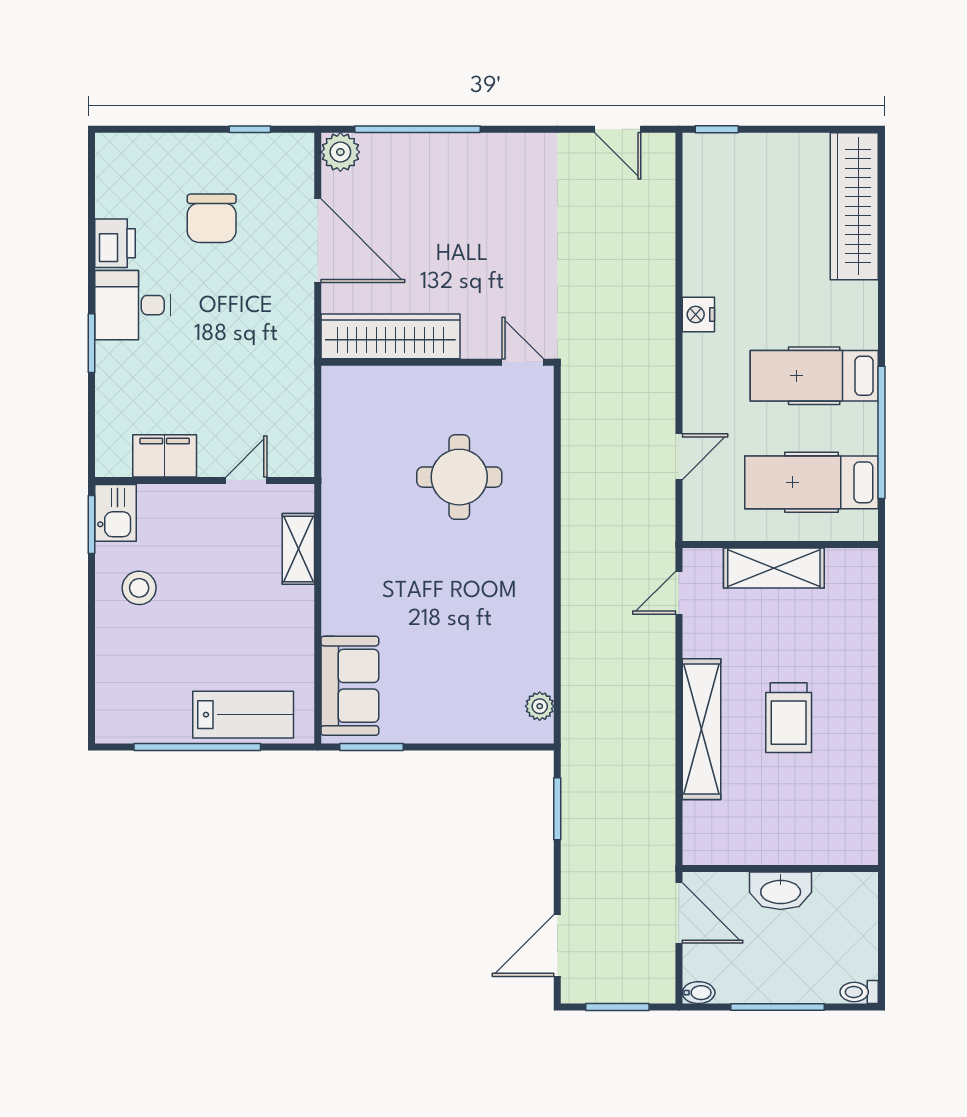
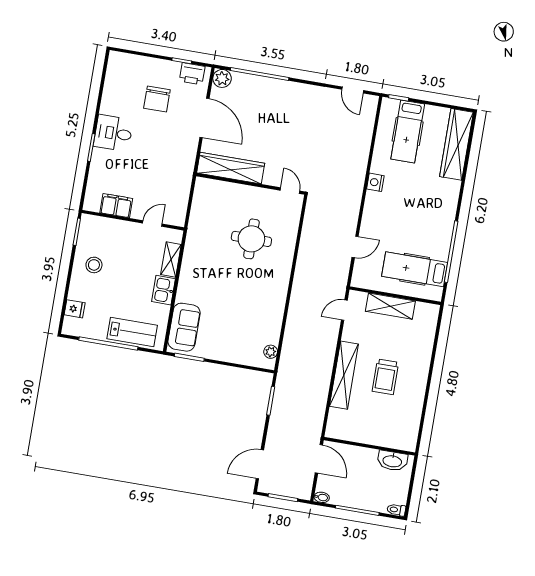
printer: (115, 243) -> (192, 74), moved, turned 90
hospital bed: (814, 376) -> (408, 131), moved, turned -90
kitchen sink: (116, 513) -> (163, 290), moved, turned 180
fridge: (115, 687) -> (75, 309), added
washbasin: (781, 891) -> (392, 461), moved

